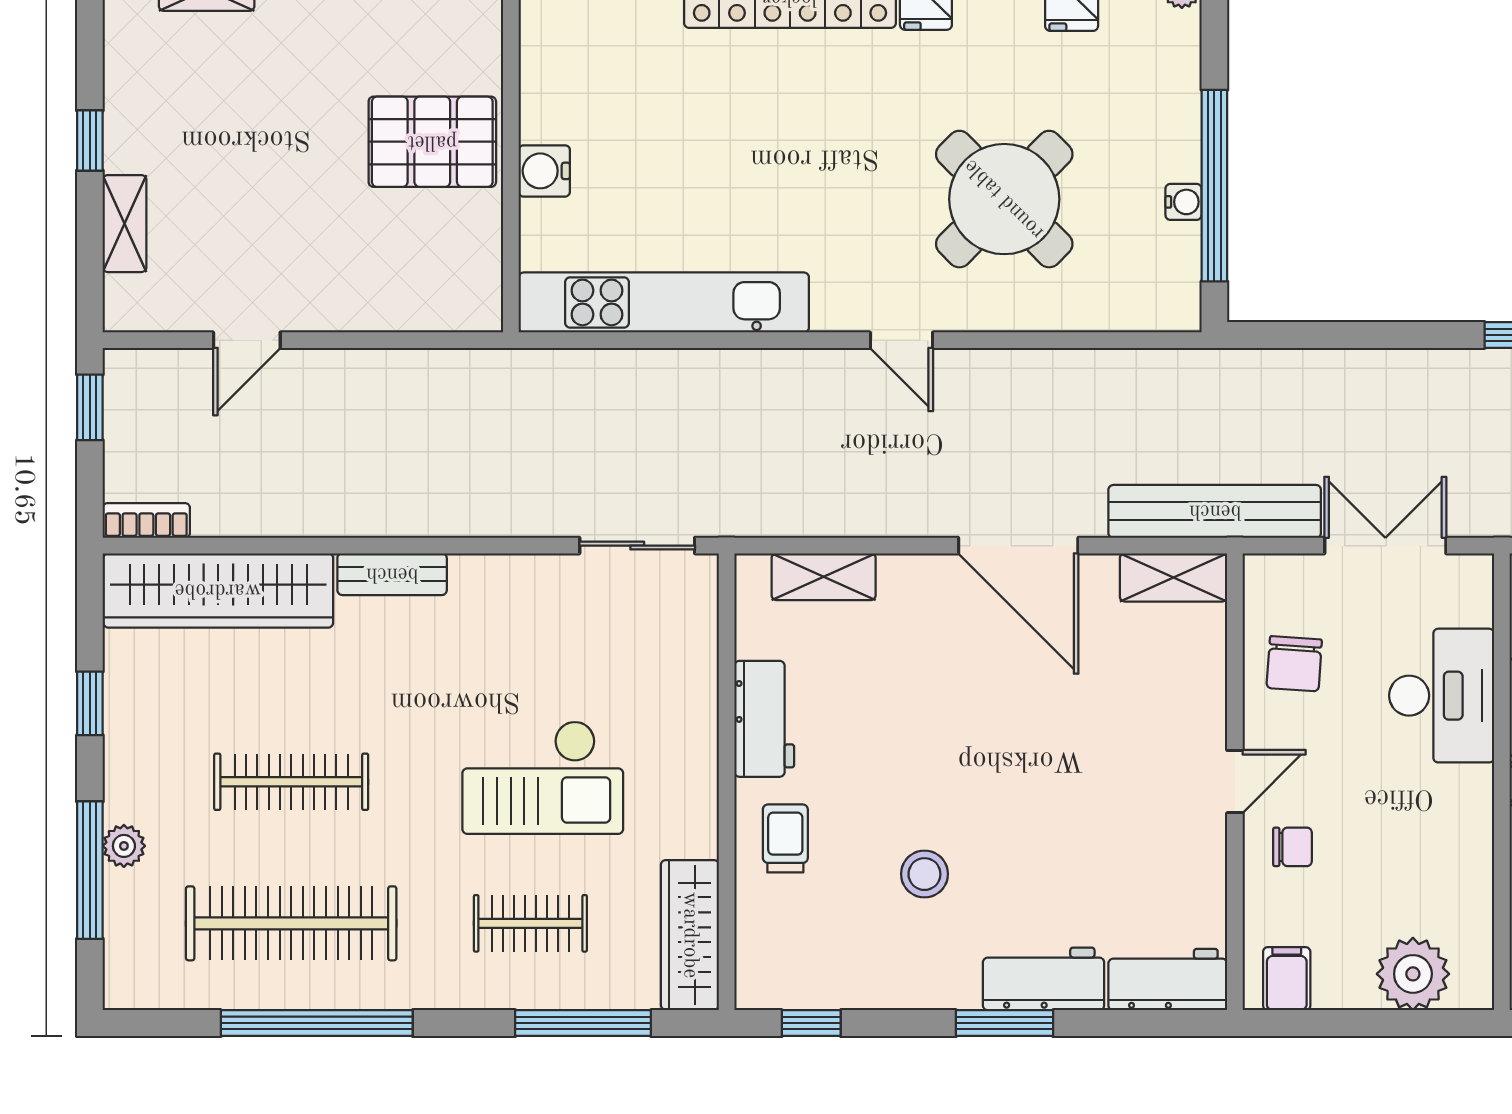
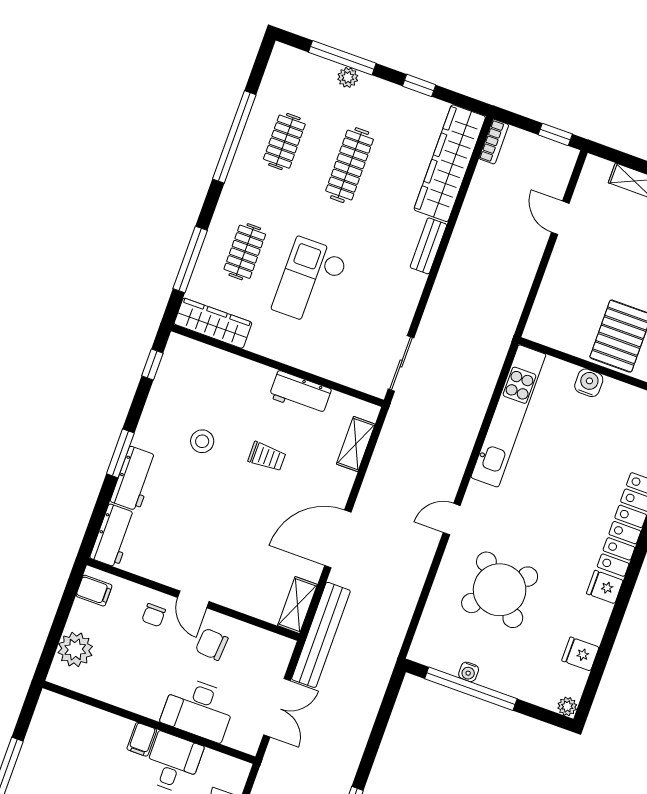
chair: (1294, 664) -> (212, 644), moved
trolley: (785, 838) -> (267, 457), moved
clothes rail: (291, 923) -> (284, 142), width x0.54, depth x0.76

